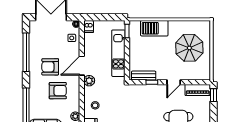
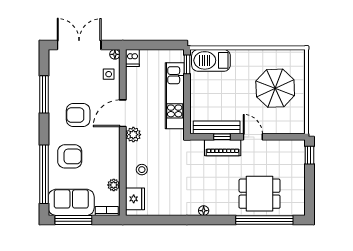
barbecue: (154, 28) -> (211, 60), moved
window: (26, 52) -> (44, 94), width x0.68
bench: (144, 76) -> (217, 127), width x1.36
door: (174, 82) -> (253, 137), swing flipped
piano: (198, 90) -> (223, 148), moved
armchair: (58, 91) -> (70, 156), moved

